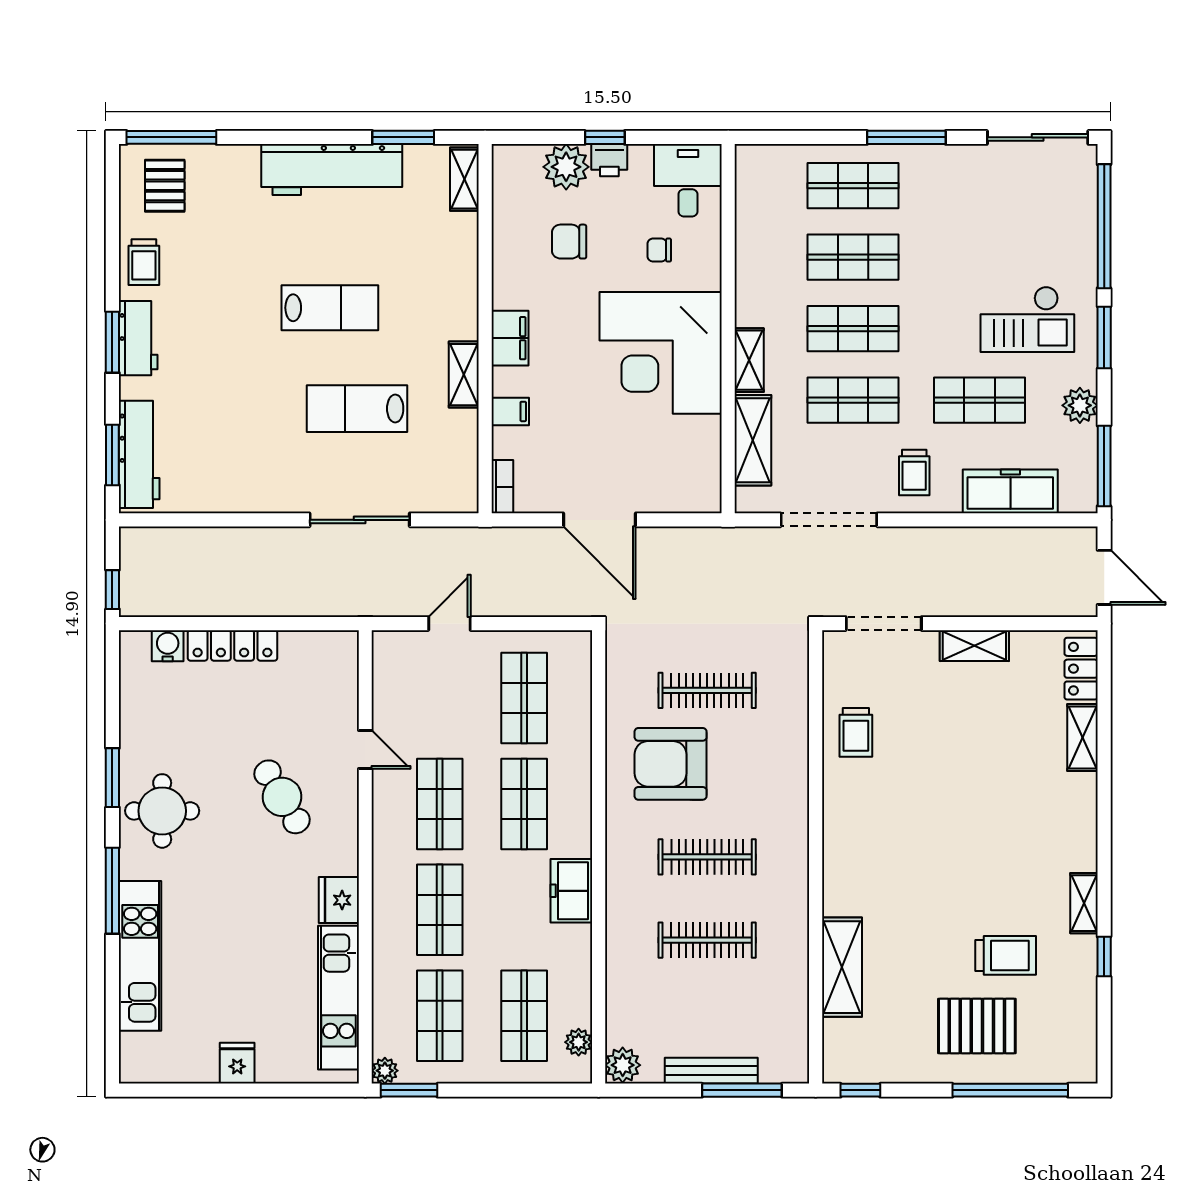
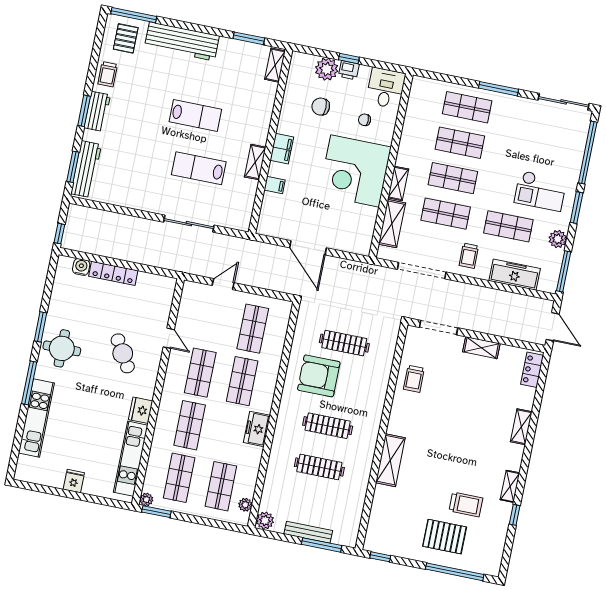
workbench: (332, 170) -> (182, 41), moved
bookcase: (502, 487) -> (263, 222), removed
shelving: (1083, 737) -> (521, 427), moved
shelving: (842, 967) -> (390, 460), moved

